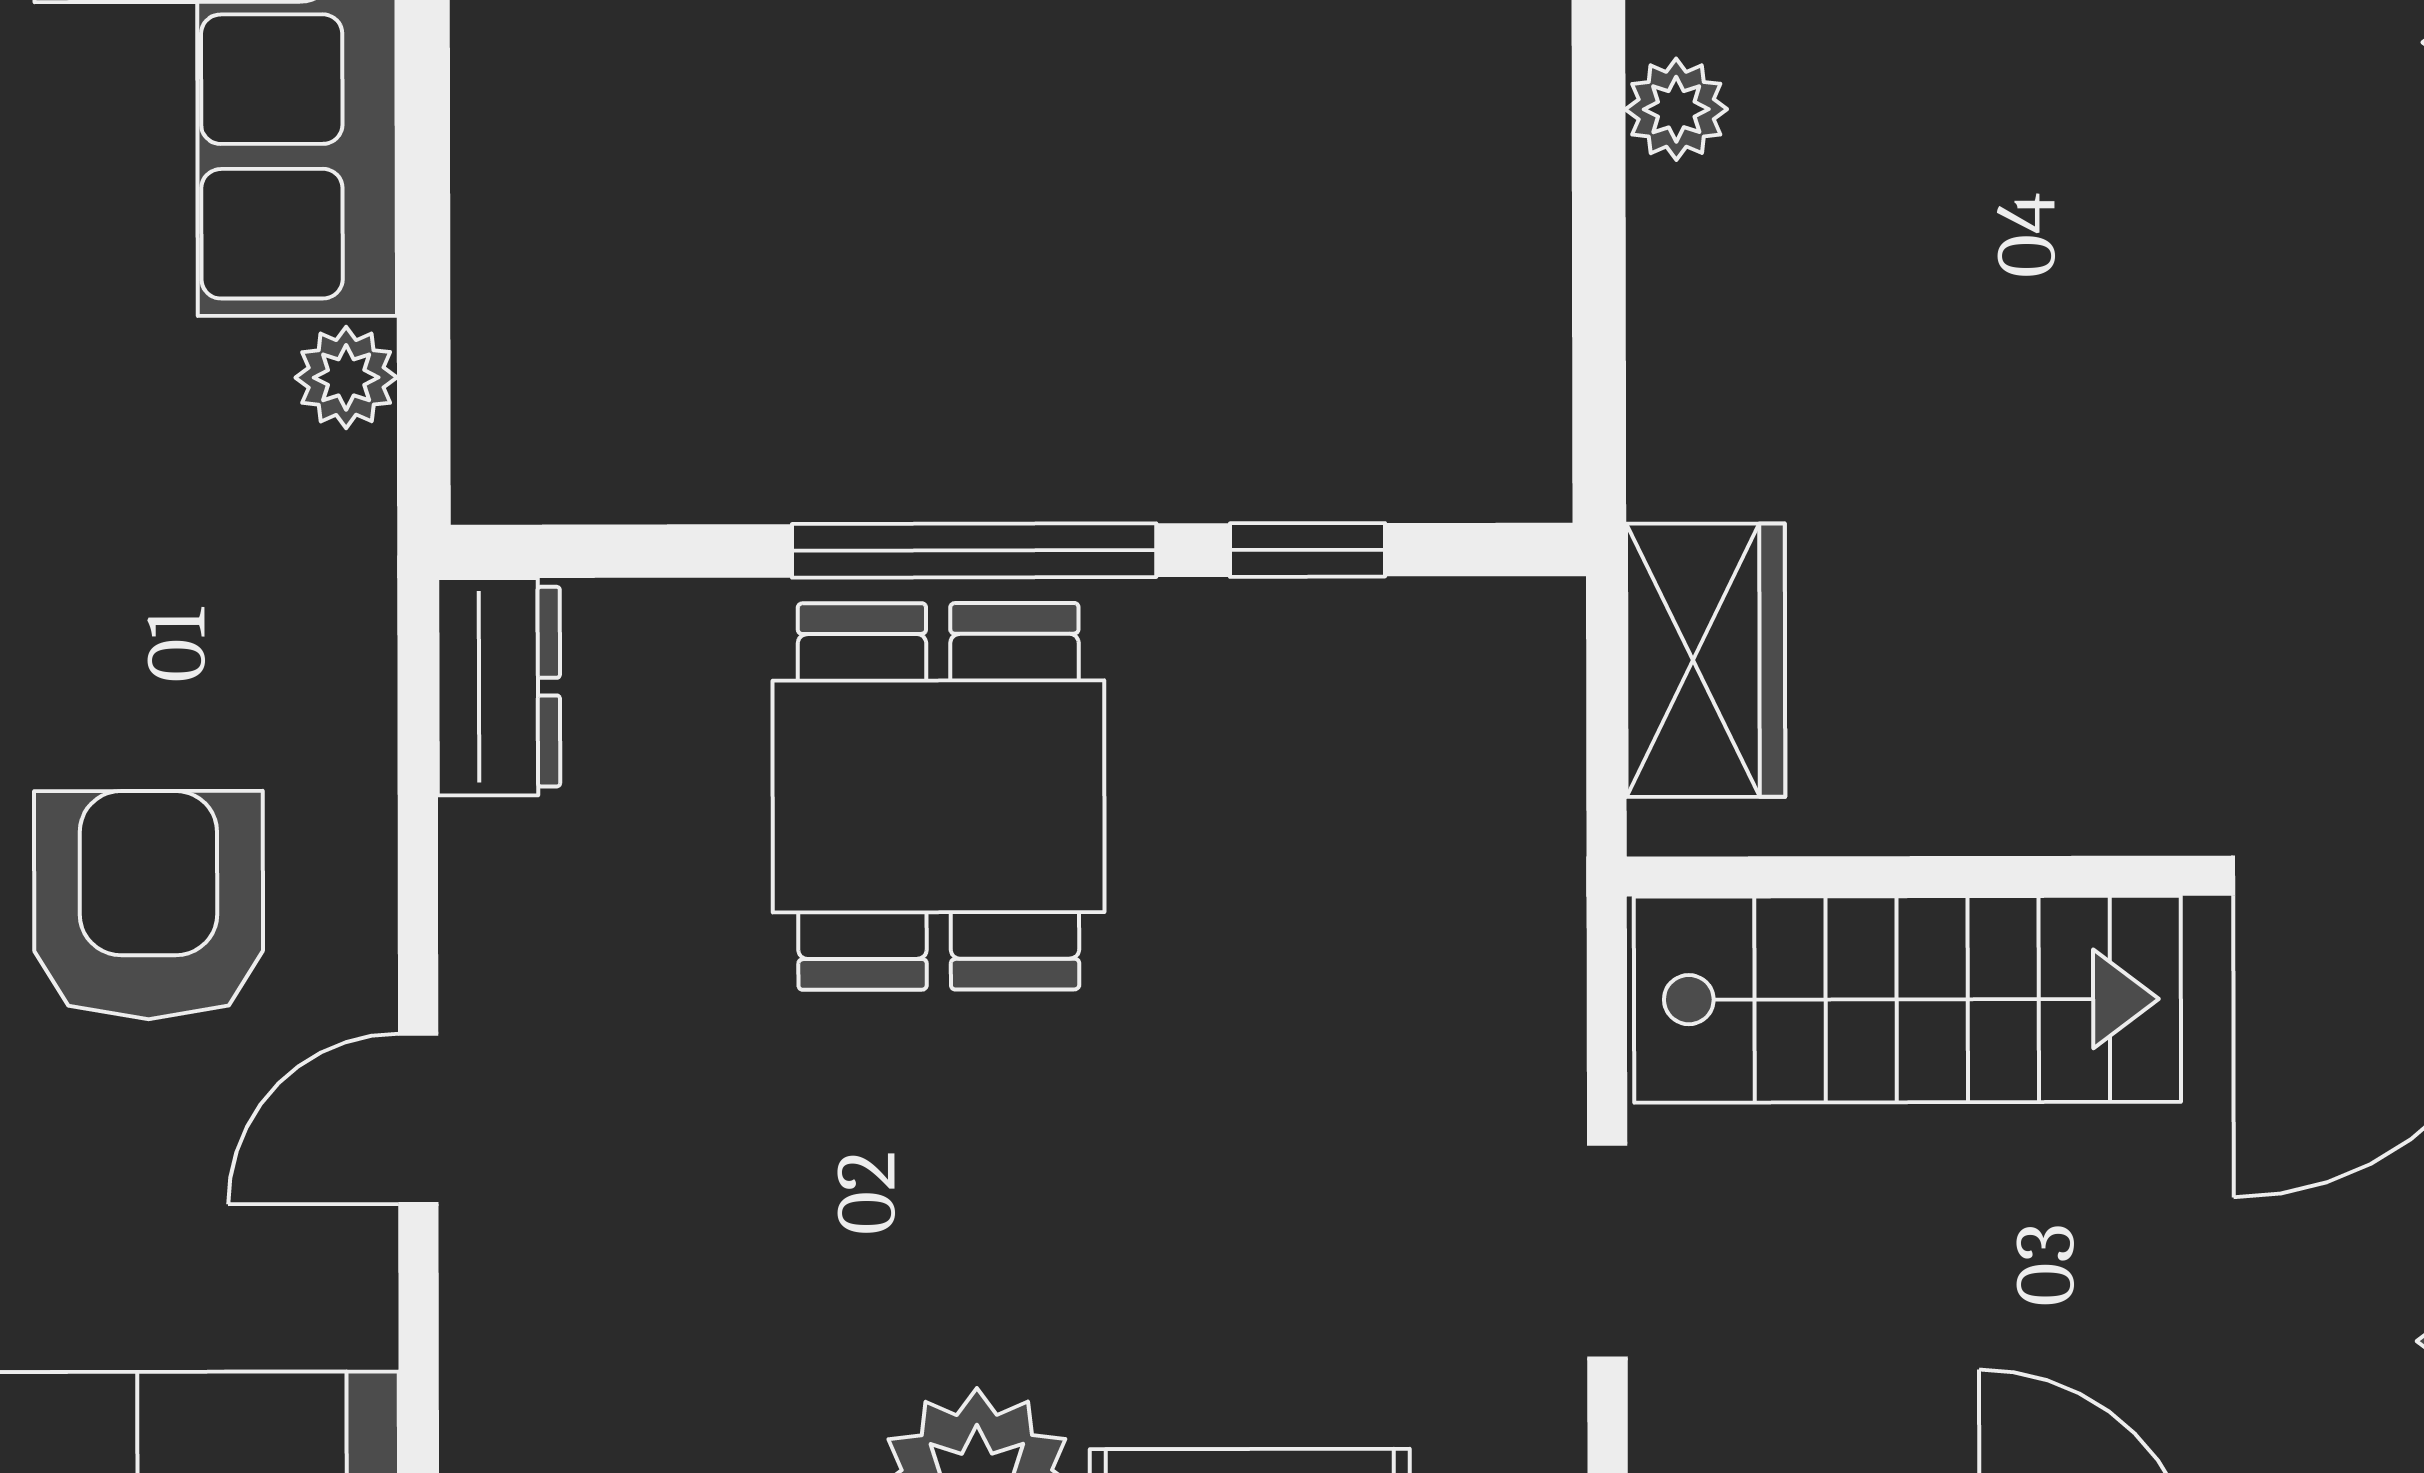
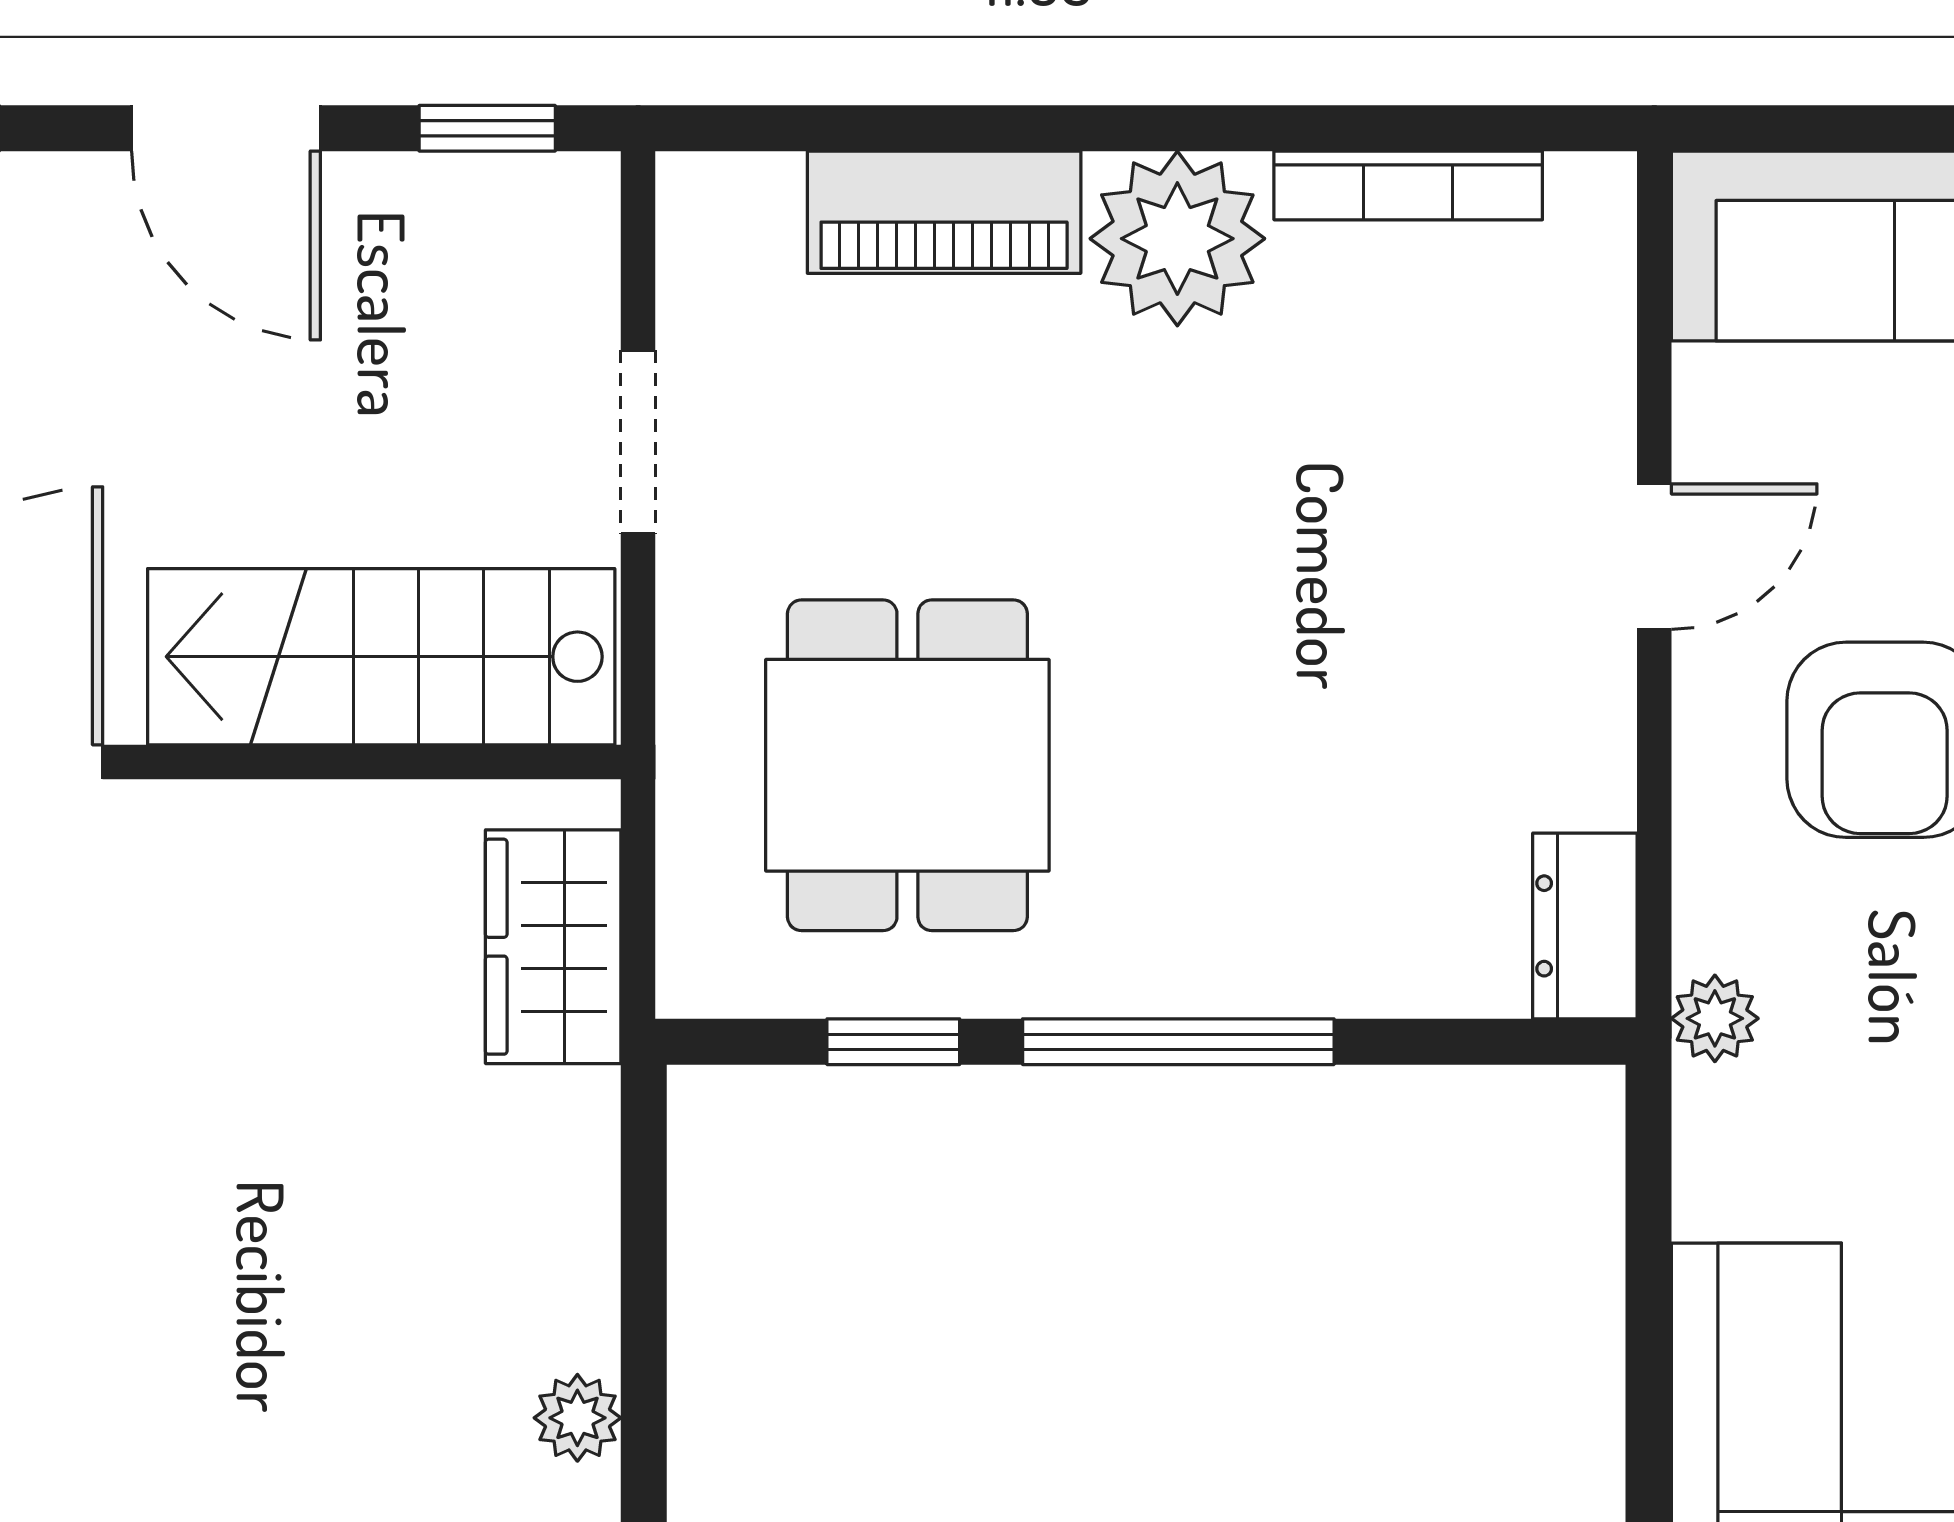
plant: (346, 377) -> (1715, 1018), moved
dining table: (938, 796) -> (907, 765), moved

